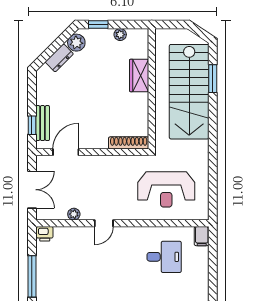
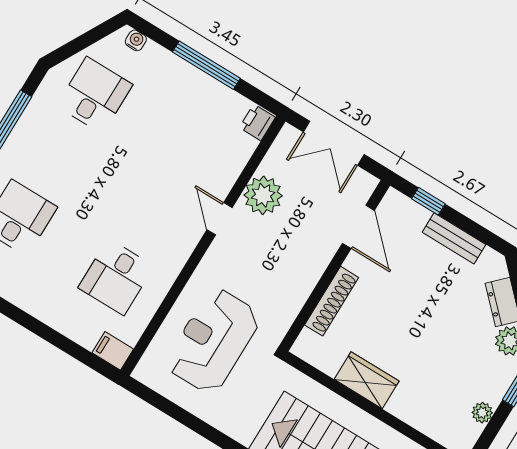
wardrobe: (139, 75) -> (367, 380), moved
bench: (43, 123) -> (454, 238), moved
shoe rack: (129, 143) -> (332, 301), moved
plant: (74, 214) -> (263, 195), width x1.87, depth x1.87

